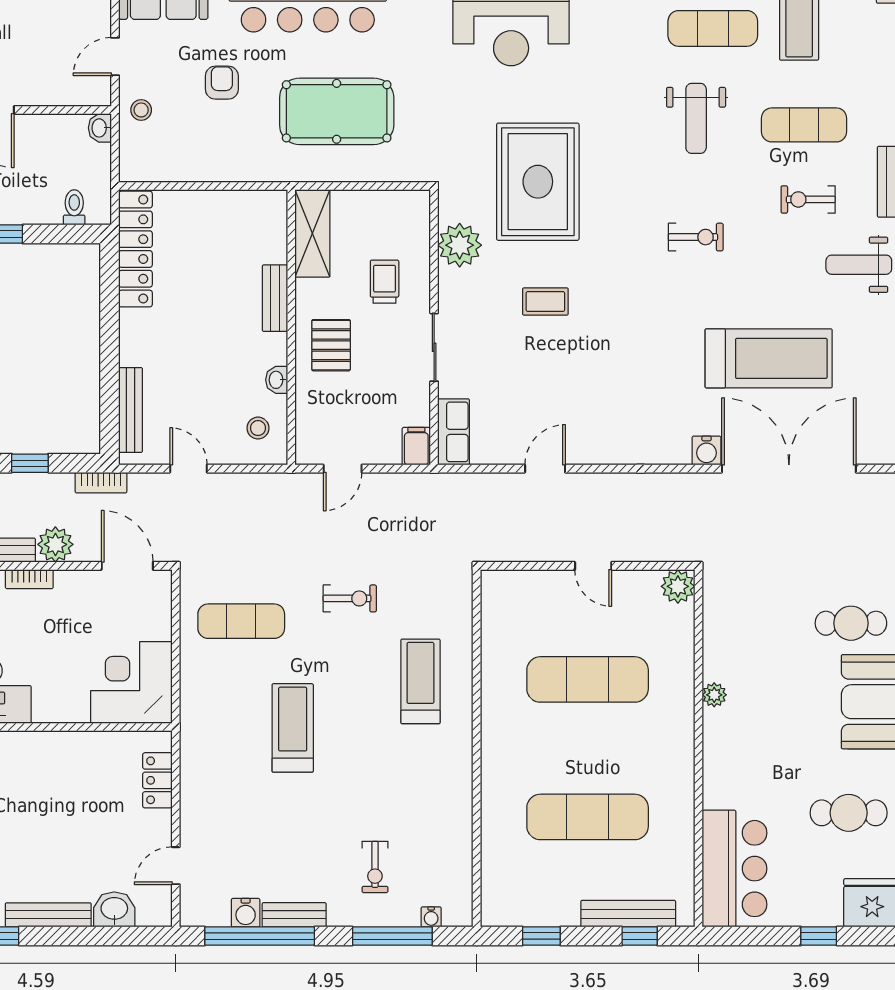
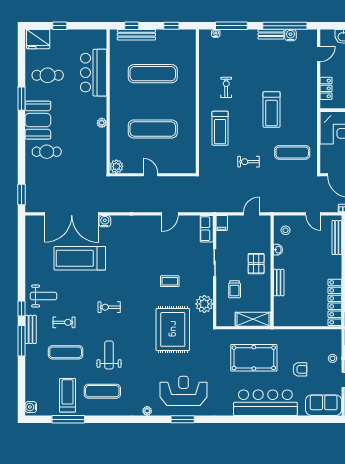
armchair: (222, 83) -> (300, 369), turned -90
shelving: (312, 233) -> (253, 319), moved, turned 90
exercise bike: (375, 867) -> (226, 87), moved
bar counter: (734, 869) -> (94, 73), moved

